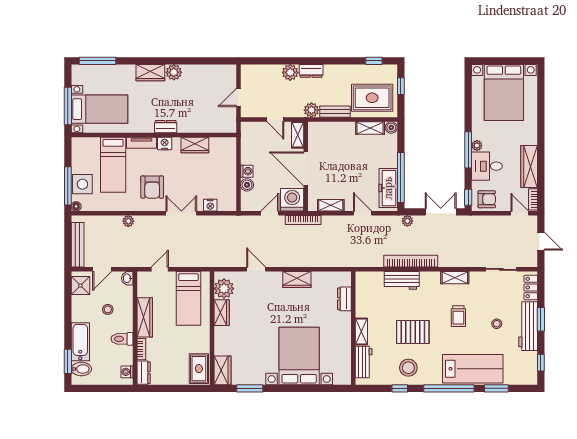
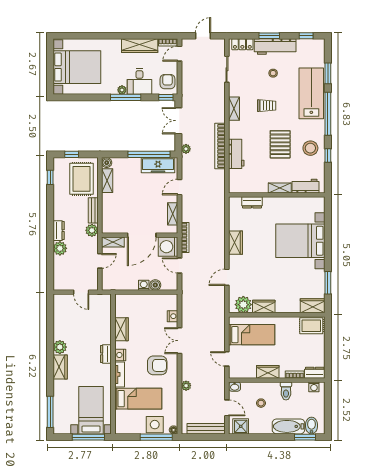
wardrobe: (145, 317) -> (268, 372), width x0.67

